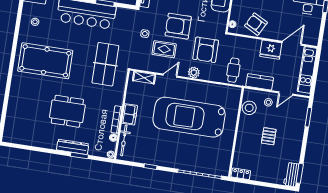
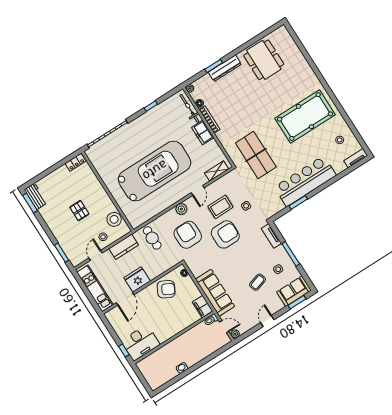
dining table: (67, 111) -> (264, 60), moved, turned 90

